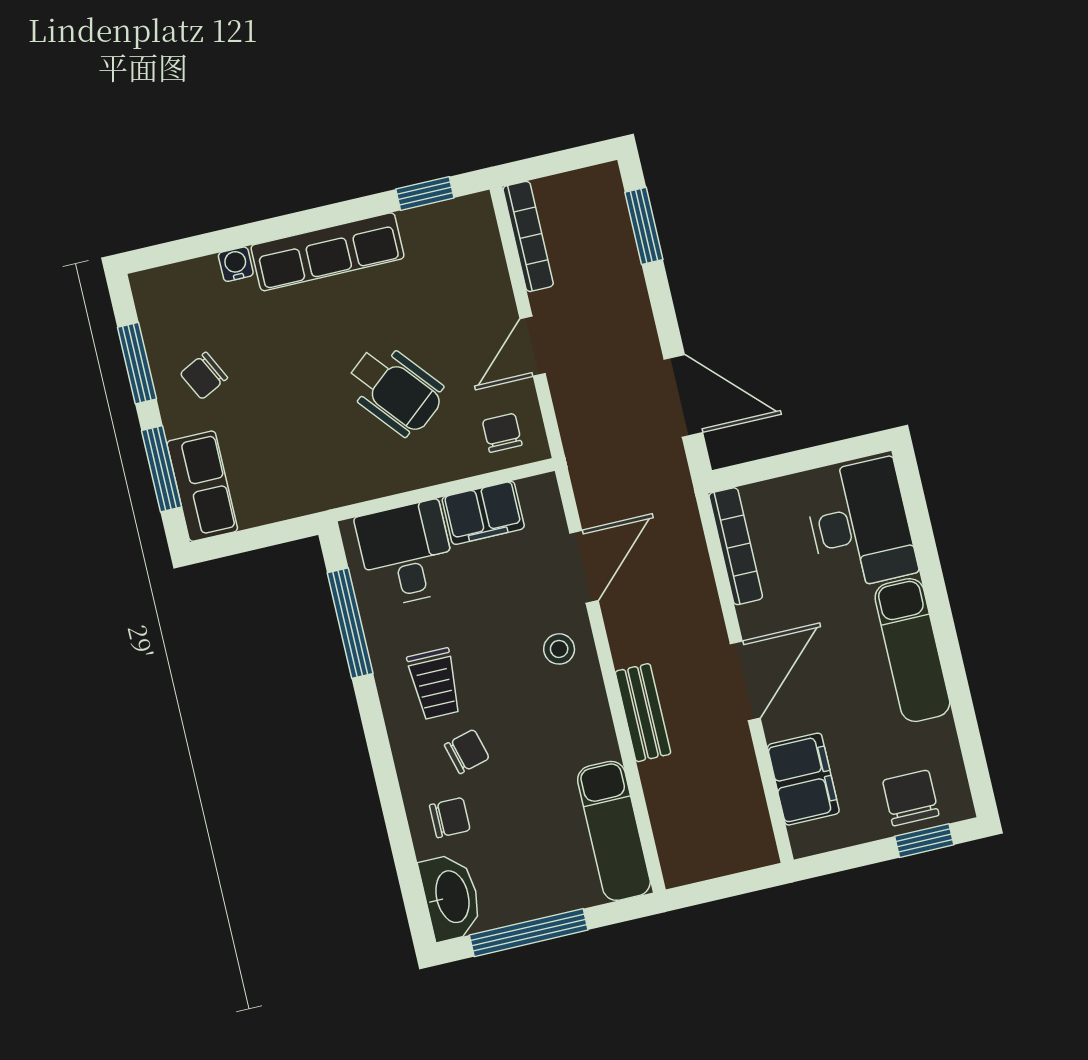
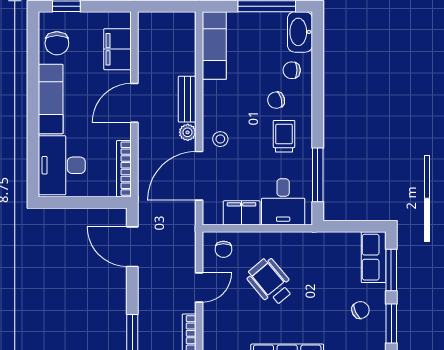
door: (584, 567) -> (199, 176), width x1.36
plant: (627, 647) -> (188, 132), added
chair: (911, 798) -> (57, 43), moved

